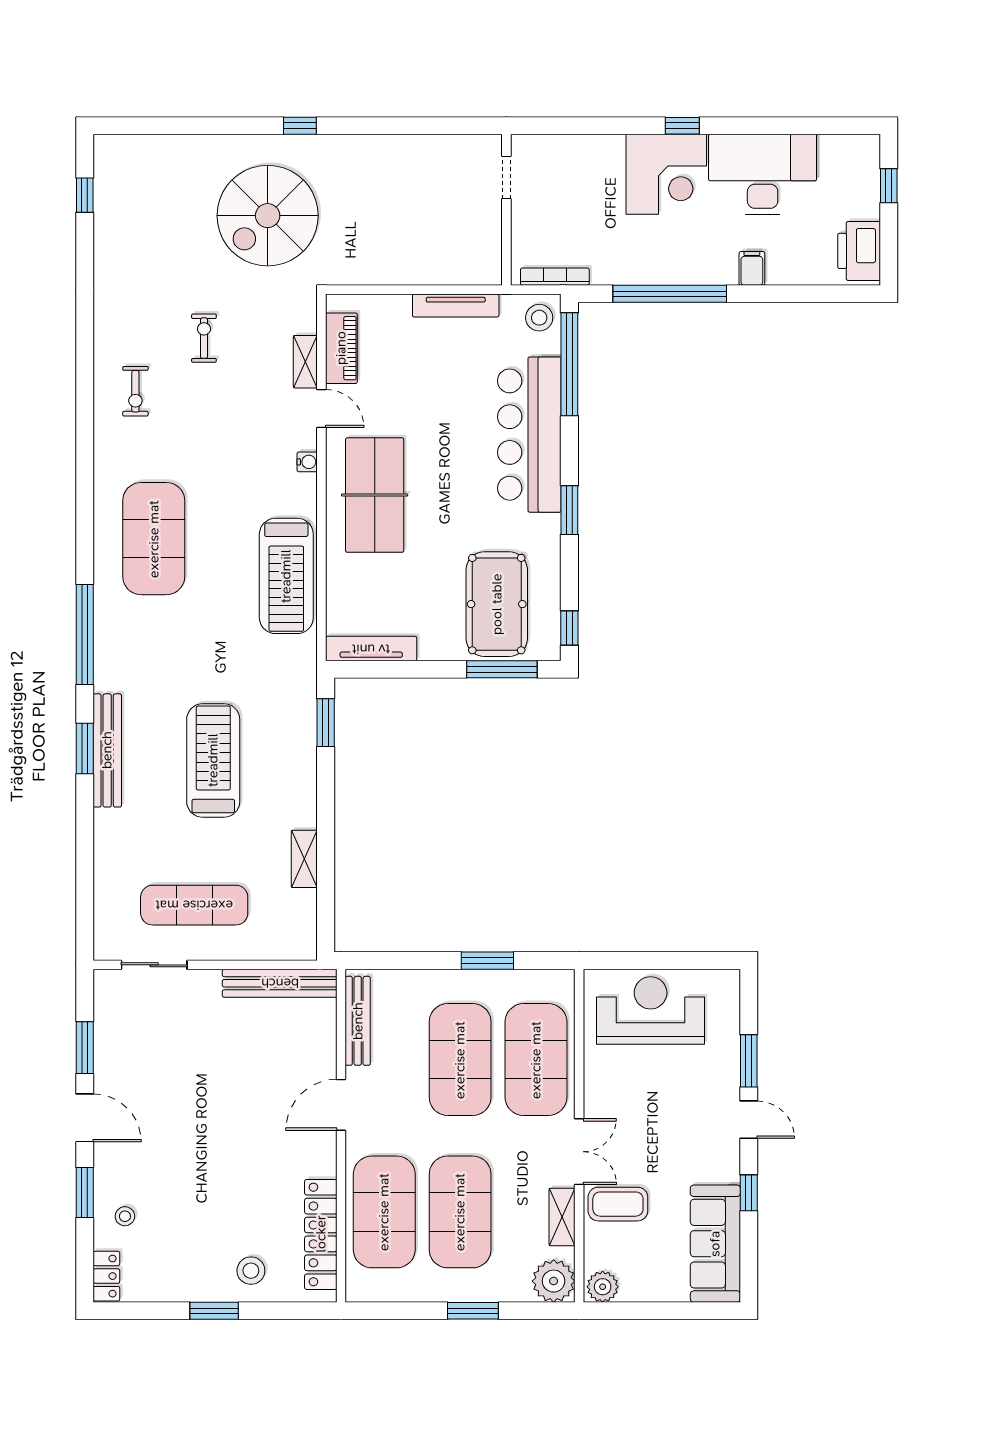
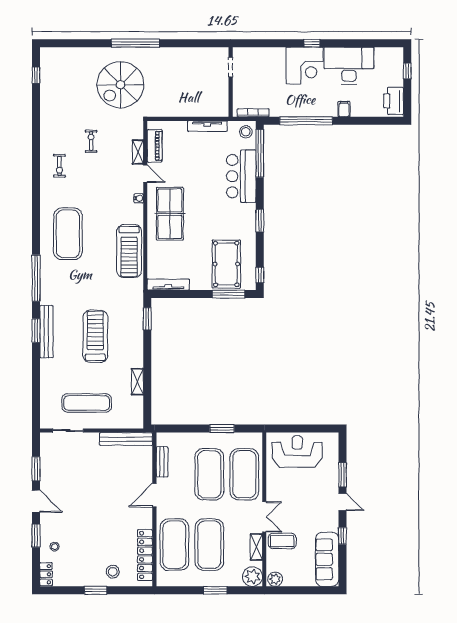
window: (300, 126) -> (135, 43), width x3.17
bar counter: (529, 435) -> (241, 176), width x0.73
bench: (358, 1021) -> (162, 462), width x0.73

